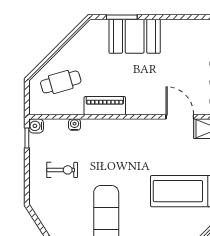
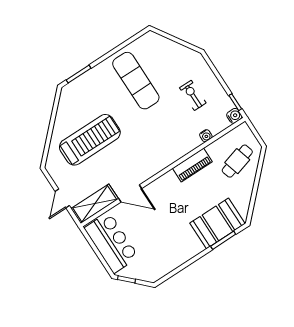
booth: (135, 36) -> (217, 223), moved
exercise bike: (62, 170) -> (193, 95), turned 90

